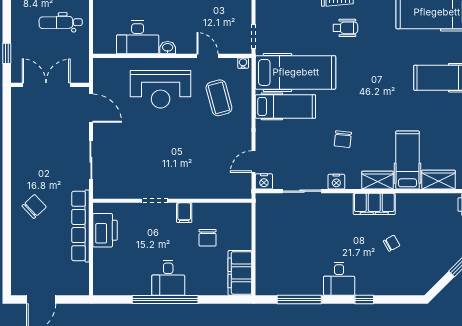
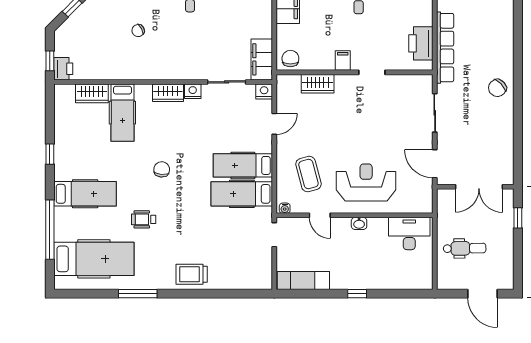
wheelchair: (345, 28) -> (144, 219), moved
desk: (138, 37) -> (409, 234), moved
hospital bed: (296, 72) -> (242, 194), width x0.73, depth x0.78
chair: (343, 139) -> (162, 169), moved
door: (254, 162) -> (274, 124), moved
wardrobe: (377, 180) -> (168, 93), moved
wardrobe: (210, 189) -> (318, 84), added
filing cabinet: (374, 204) -> (262, 59), moved, turned -90
chair: (34, 206) -> (497, 88), moved
chair: (208, 238) -> (290, 59), moved

